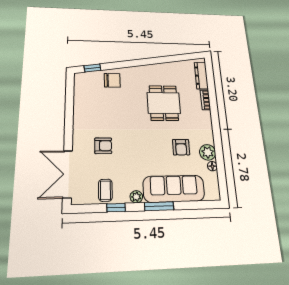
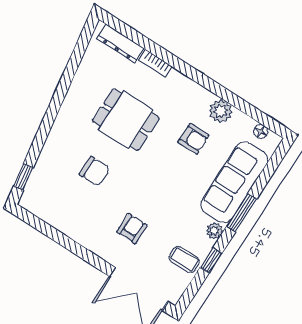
chair: (112, 80) -> (95, 171), moved, turned 90
floor lamp: (212, 166) -> (261, 132), moved

